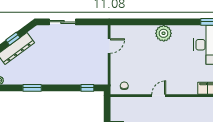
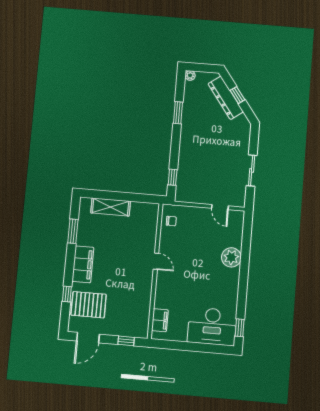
sliding door: (63, 22) -> (252, 170), moved
plant: (164, 33) -> (231, 257), moved

